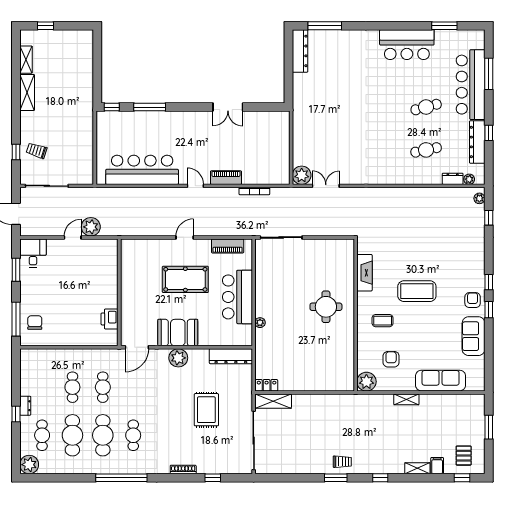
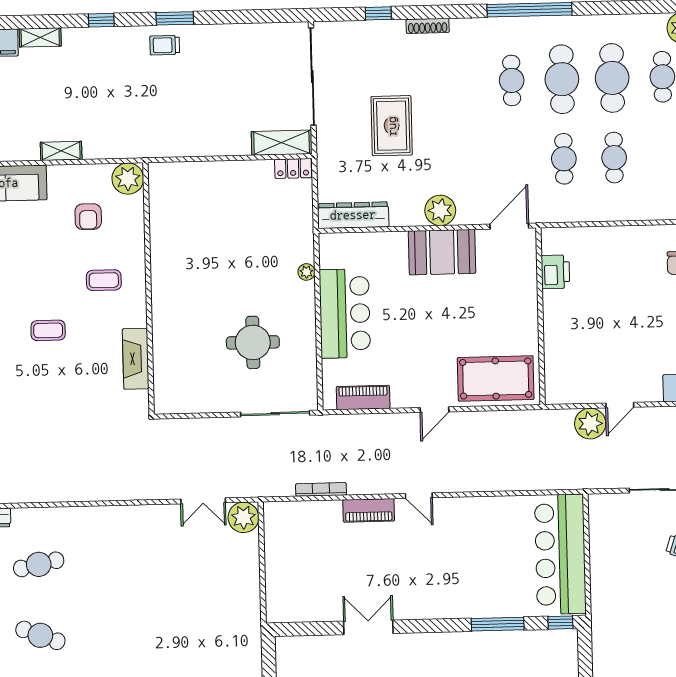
cafe table: (426, 107) -> (40, 635), turned 36
bar counter: (142, 170) -> (560, 554), moved, turned 90
pool table: (185, 279) -> (496, 378), moved
coffee table: (417, 291) -> (48, 330), width x0.54, depth x0.58
round table: (326, 307) -> (253, 342), moved

